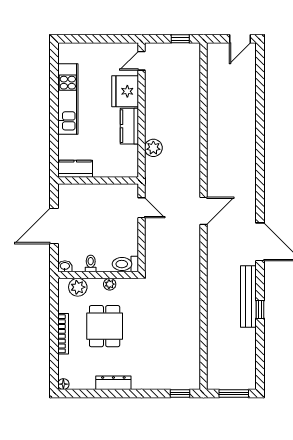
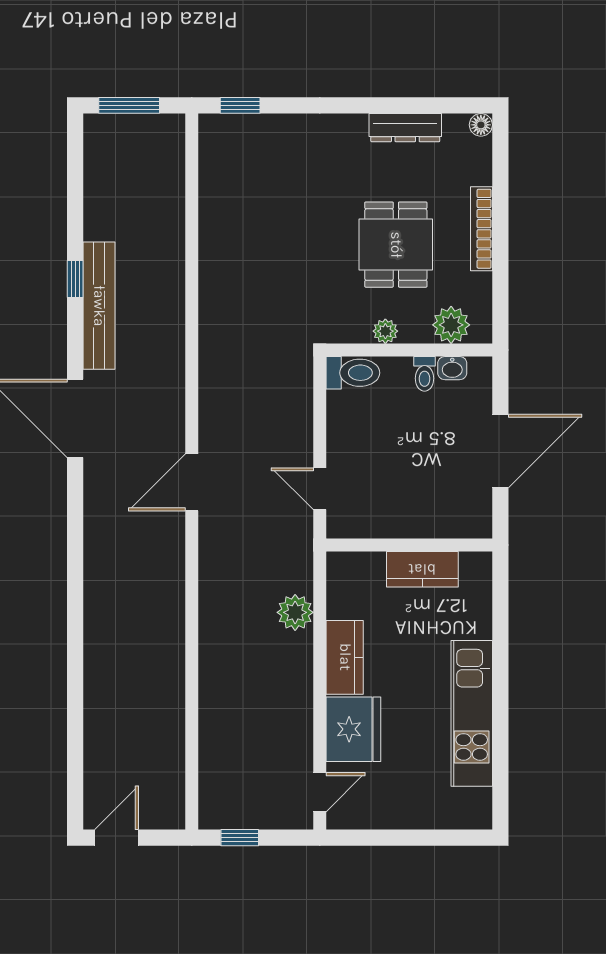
kitchen counter: (75, 169) -> (422, 569), moved
washbasin: (65, 266) -> (452, 368), moved
dresser: (113, 383) -> (405, 128), moved

